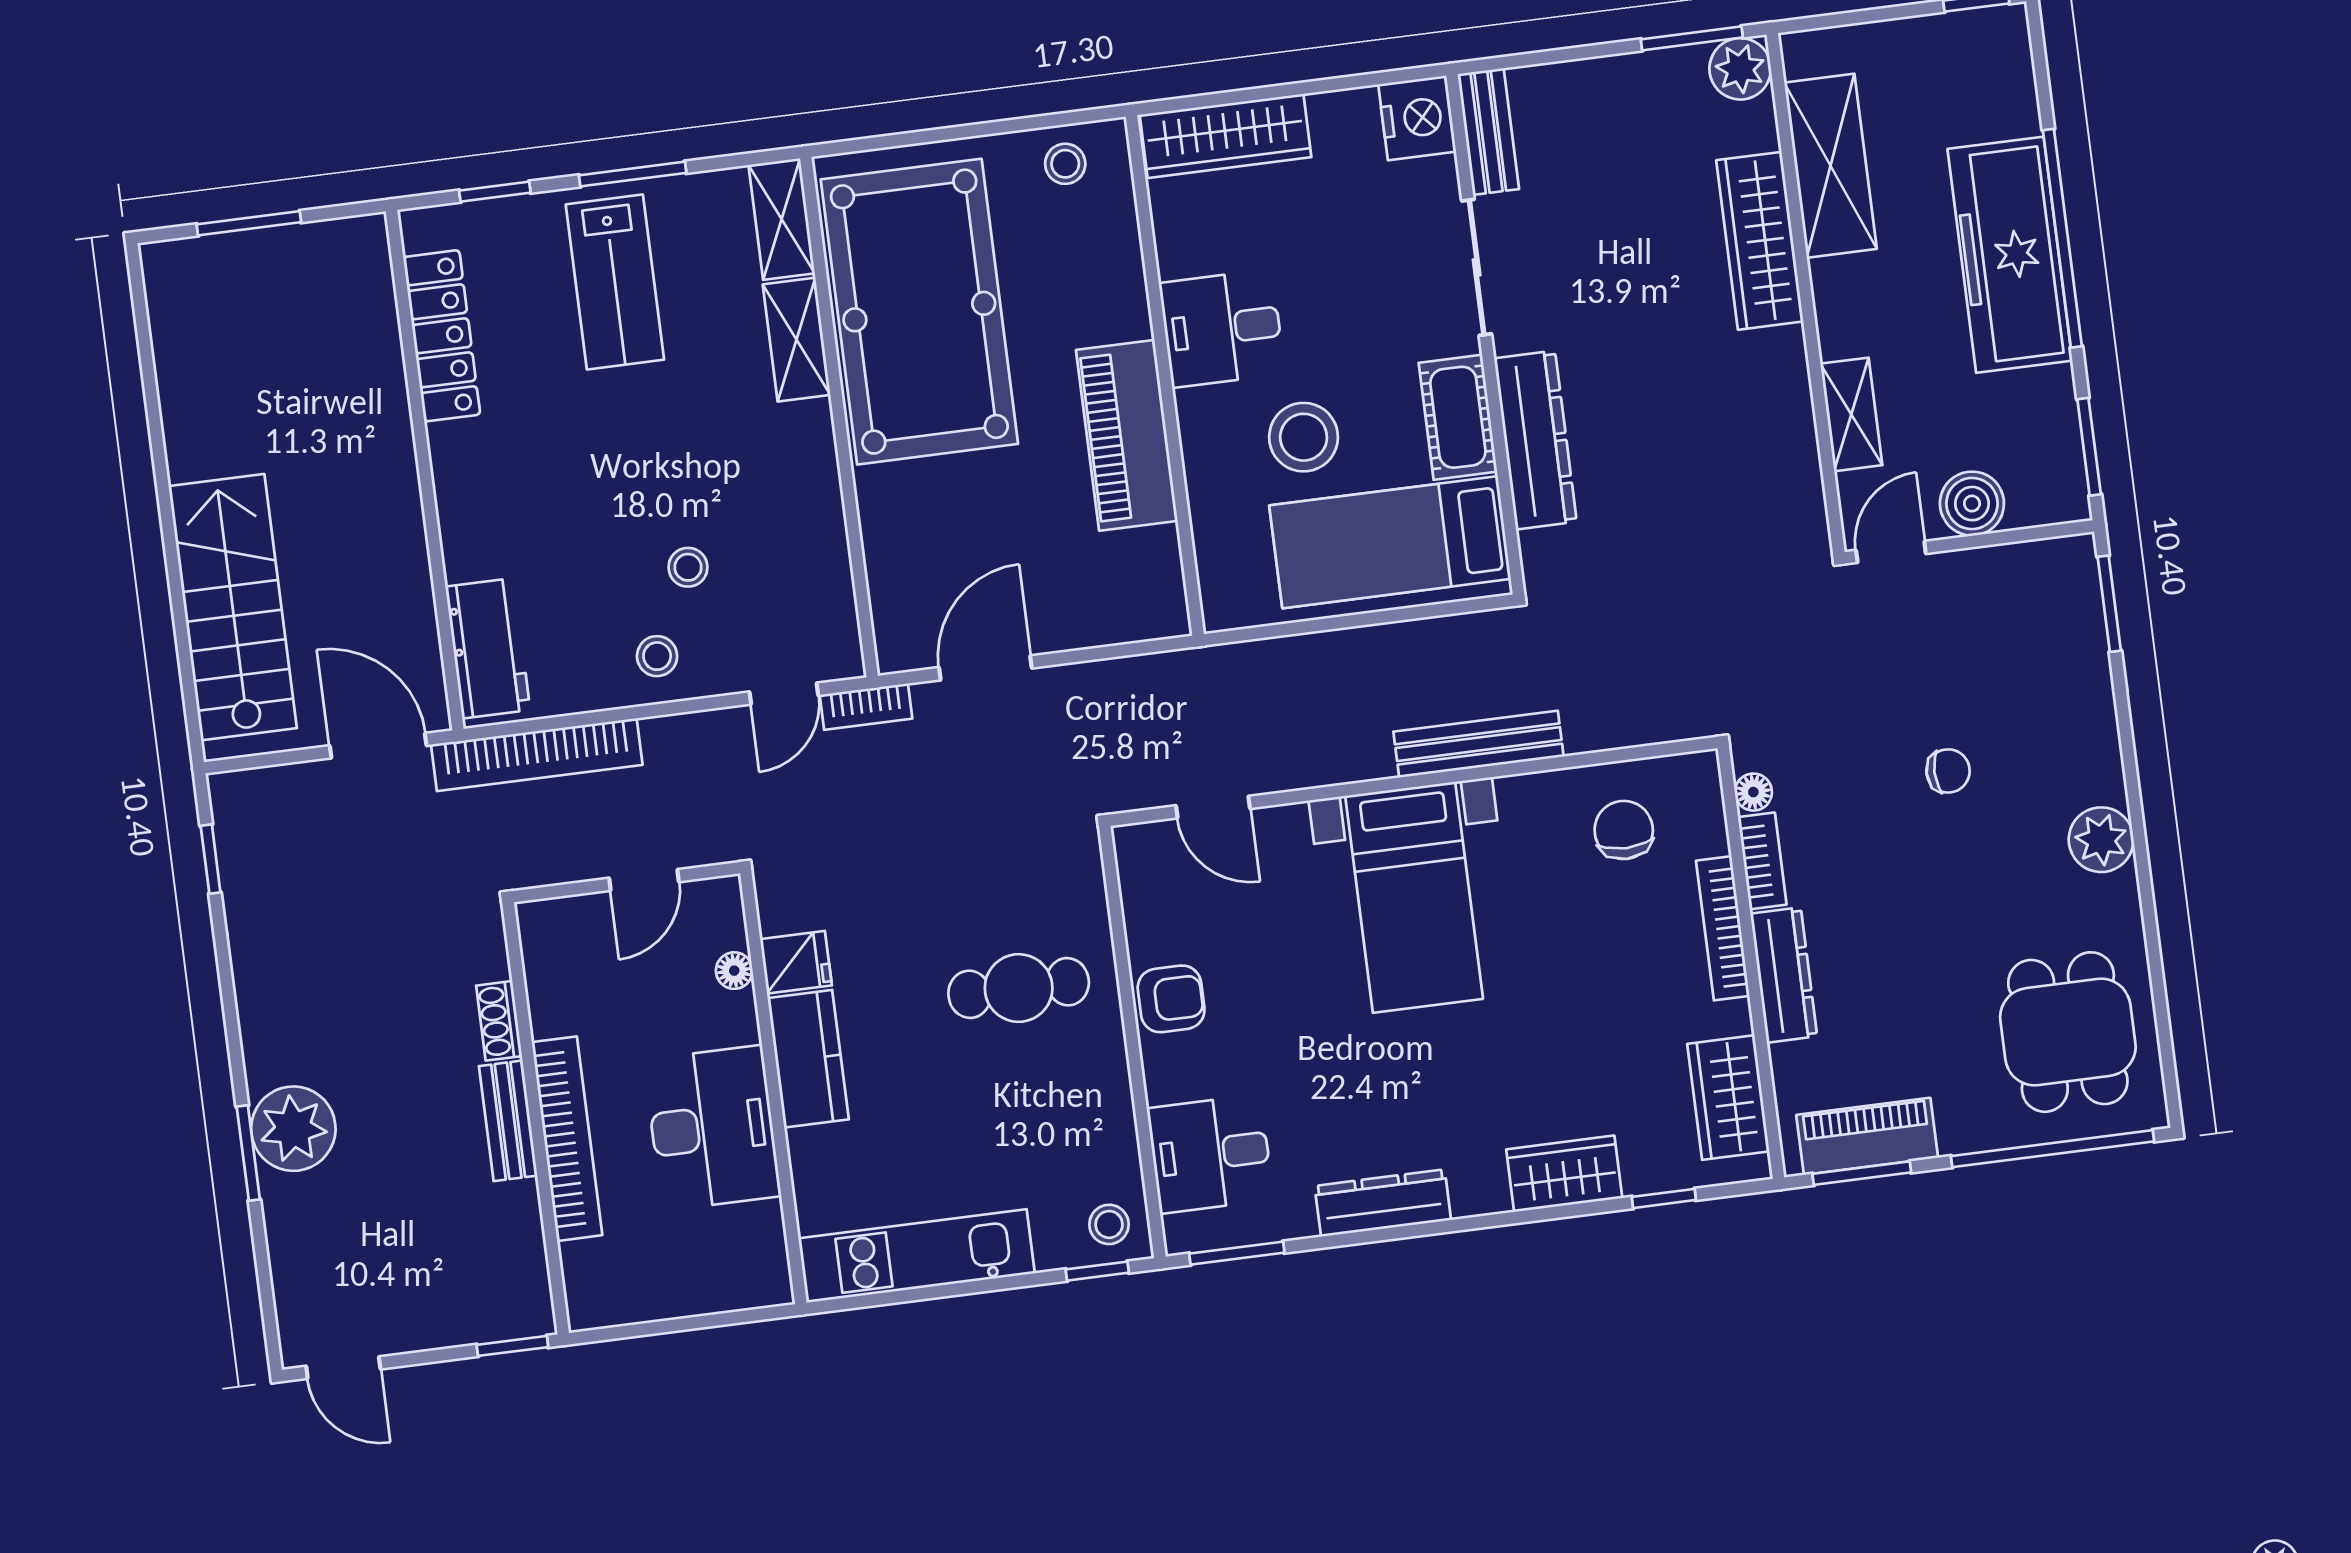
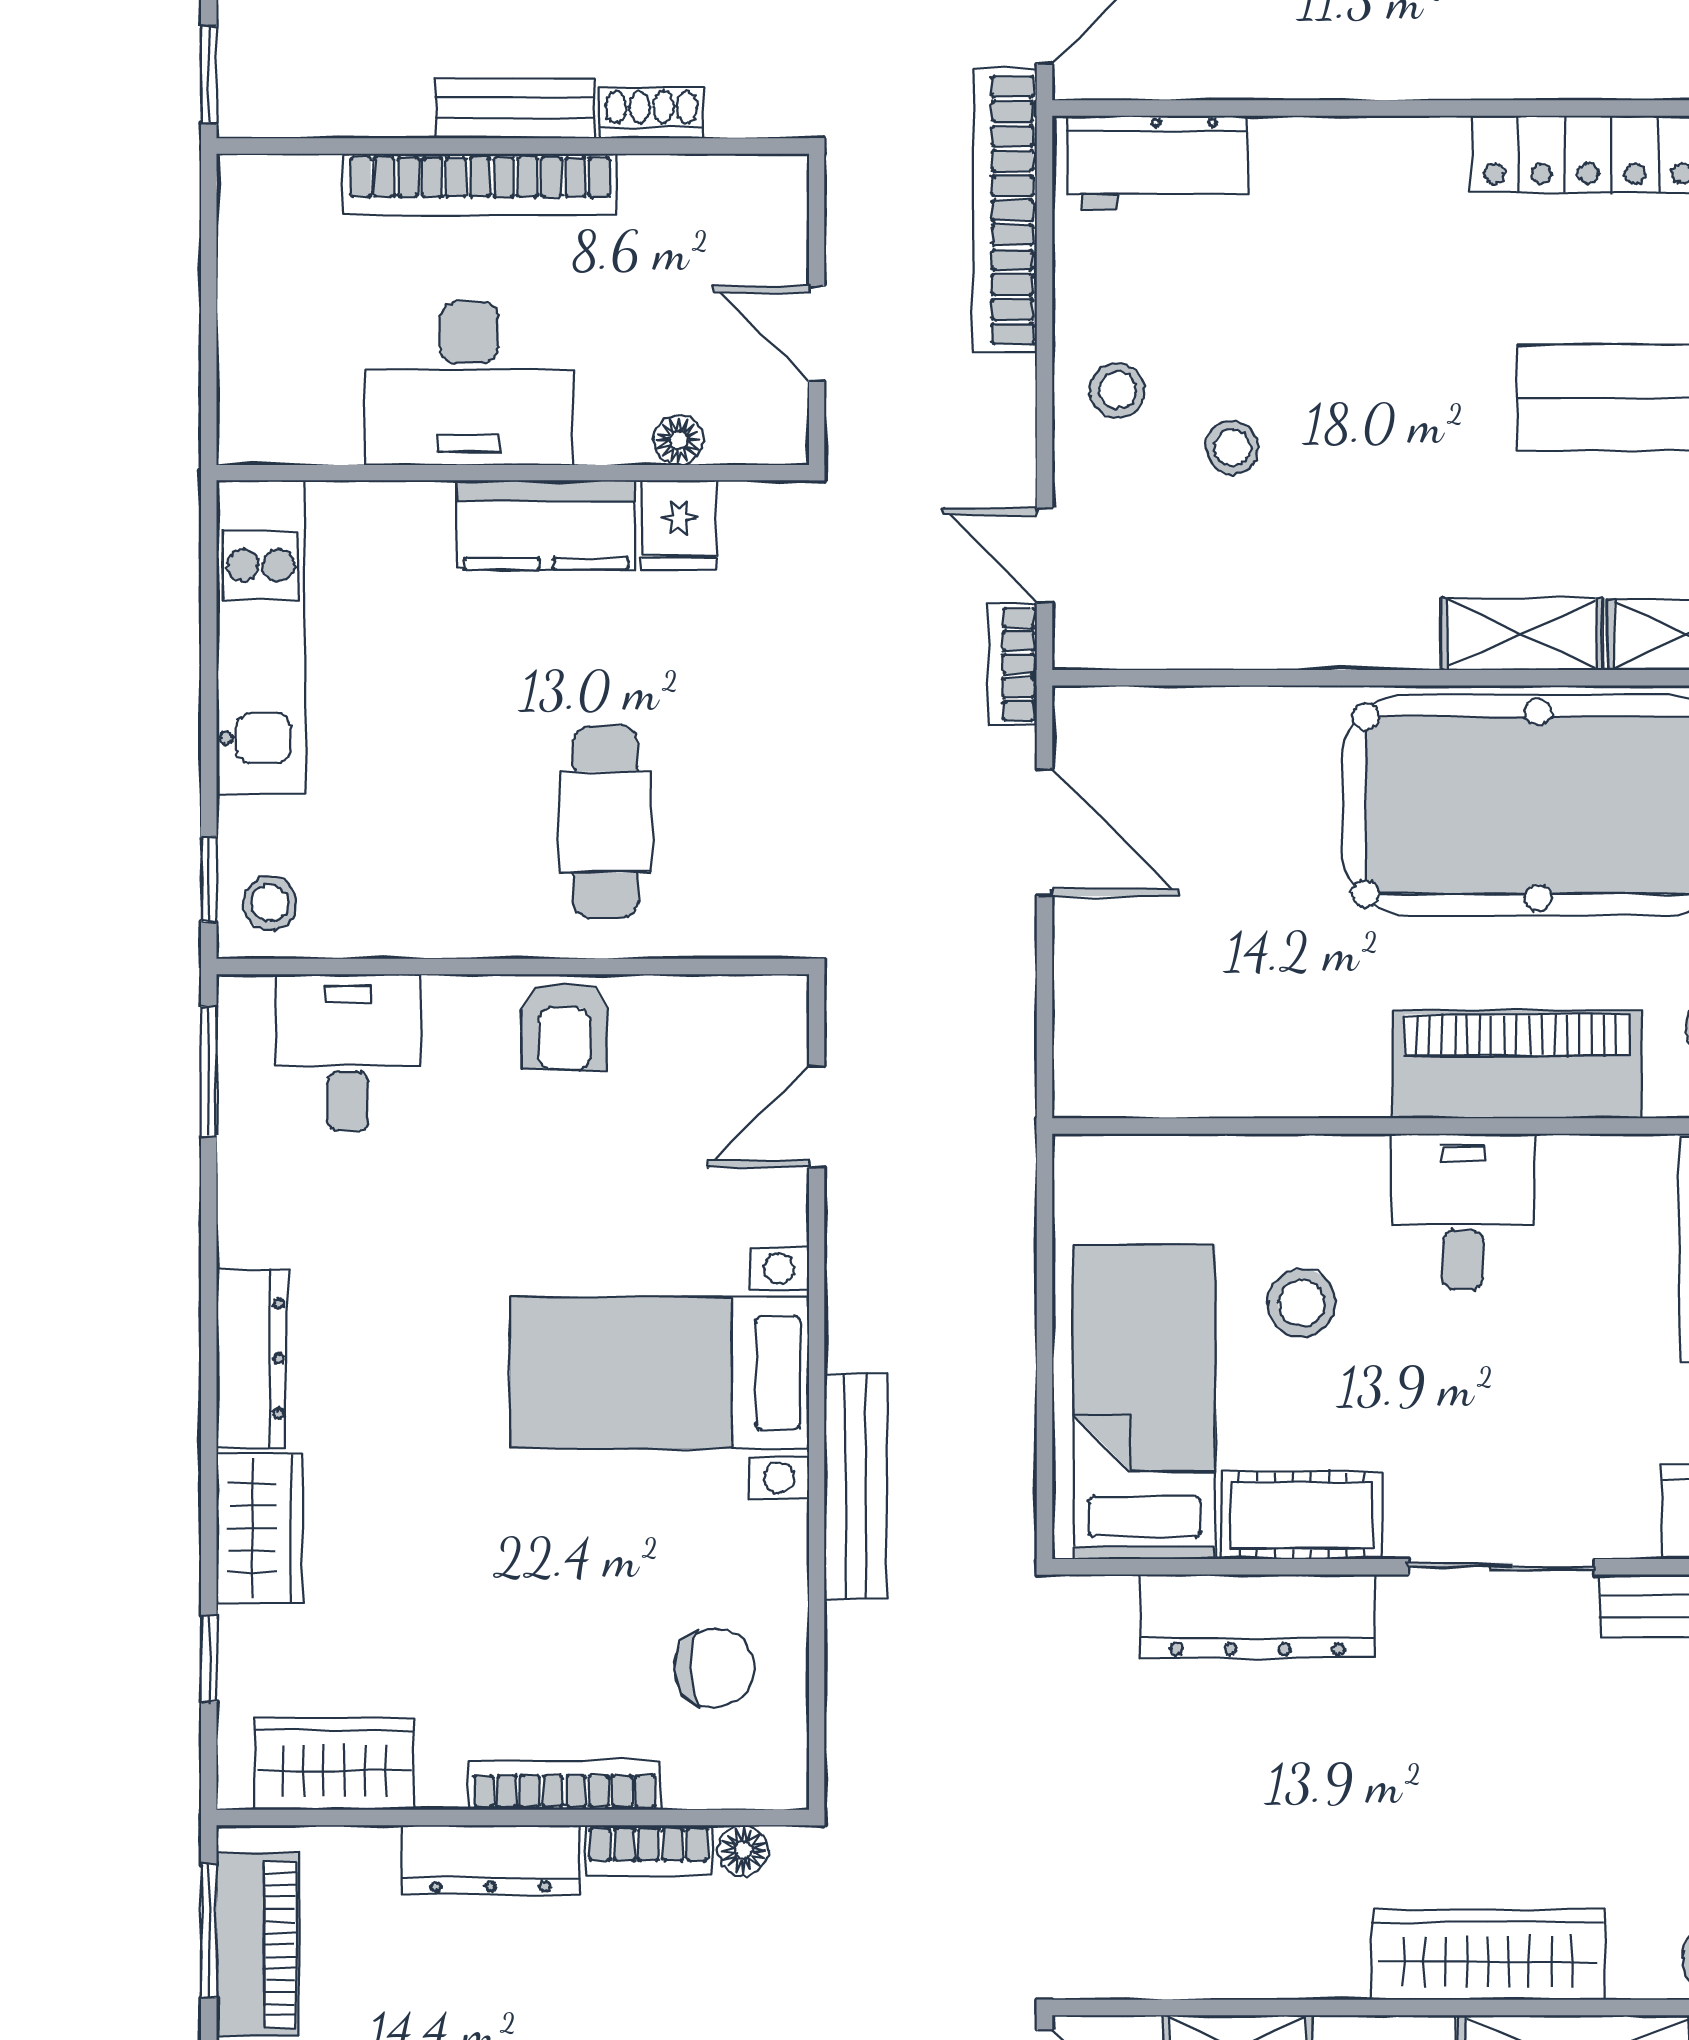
piano: (1127, 435) -> (1517, 1064), moved
stool: (1304, 437) -> (1302, 1303), width x0.73, depth x0.73
dresser: (1383, 1203) -> (251, 1358), moved

